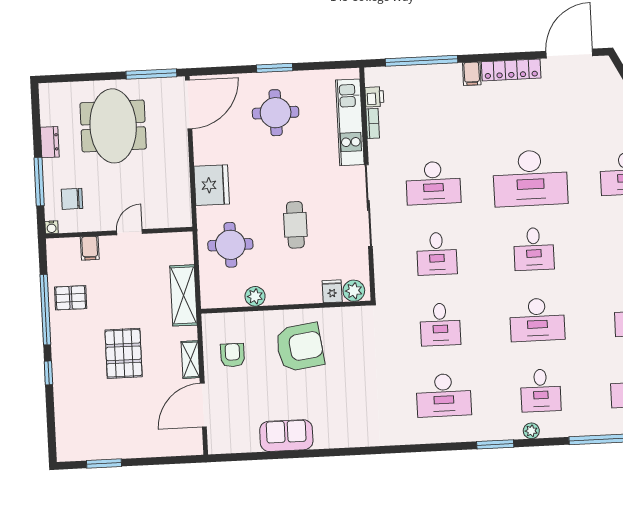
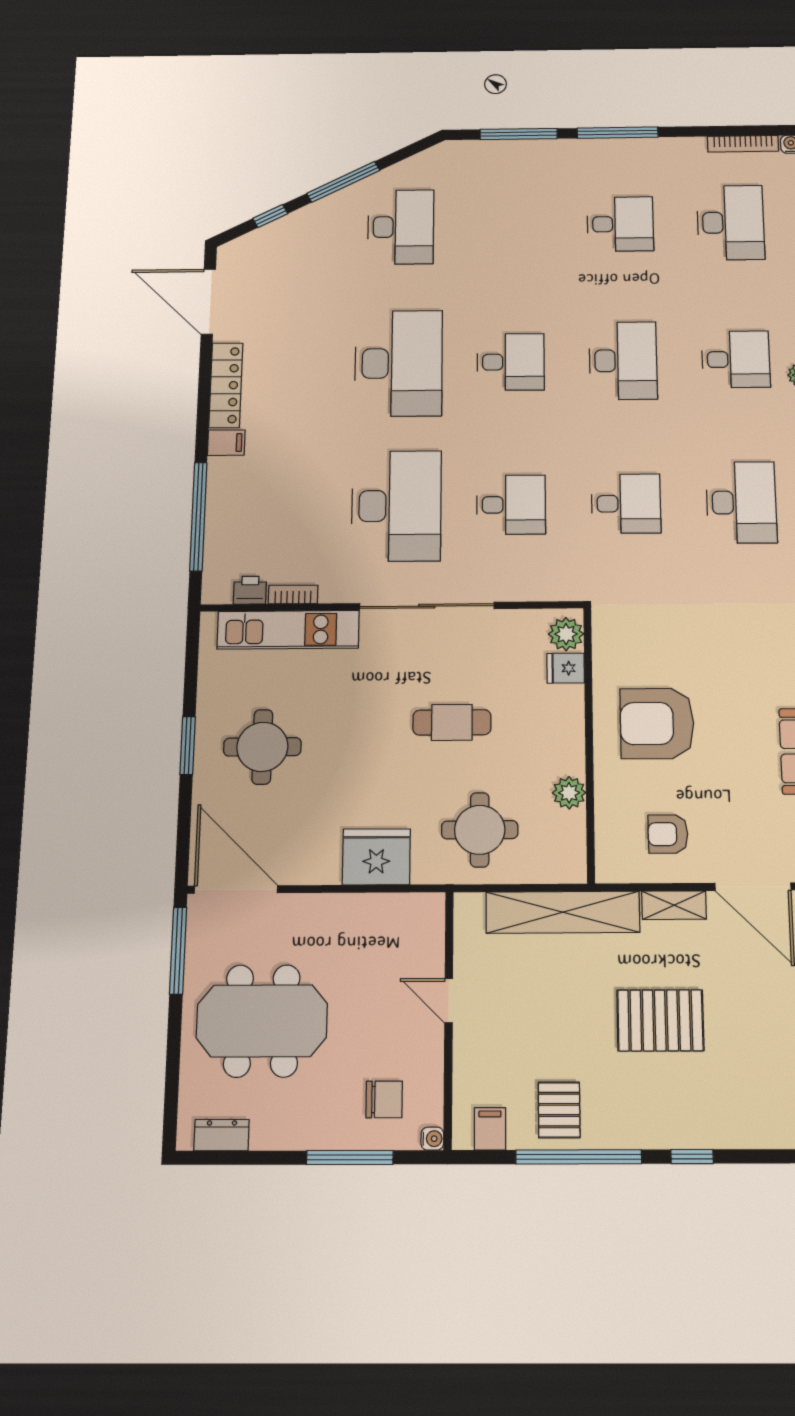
dresser: (50, 142) -> (222, 1135), moved
desk: (433, 183) -> (396, 506), width x1.36, depth x1.30
chair: (72, 199) -> (384, 1099), turned -90
filing cabinet: (90, 248) -> (490, 1129), moved, turned -90
shelving: (184, 295) -> (563, 912), width x1.47
armchair: (300, 347) -> (657, 723), turned -82

